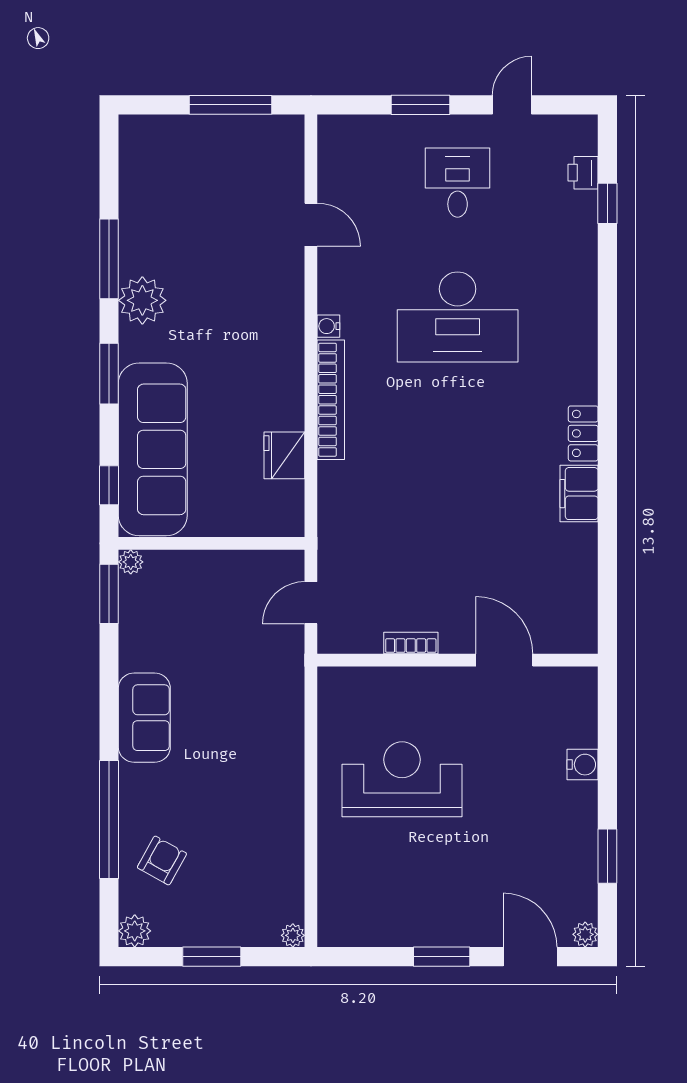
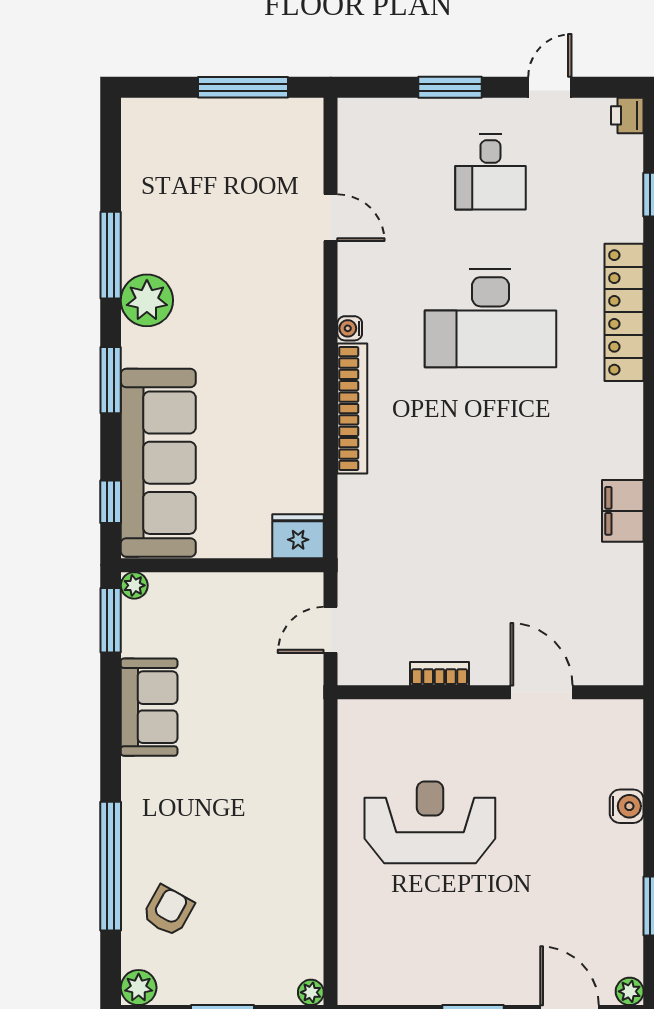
printer: (583, 173) -> (627, 115), moved
desk: (458, 183) -> (490, 172), turned 180
locker: (583, 433) -> (624, 312), moved, width x2.16, depth x1.21
fridge: (284, 455) -> (298, 536), moved, turned 90
sofa: (144, 718) -> (149, 707), moved

